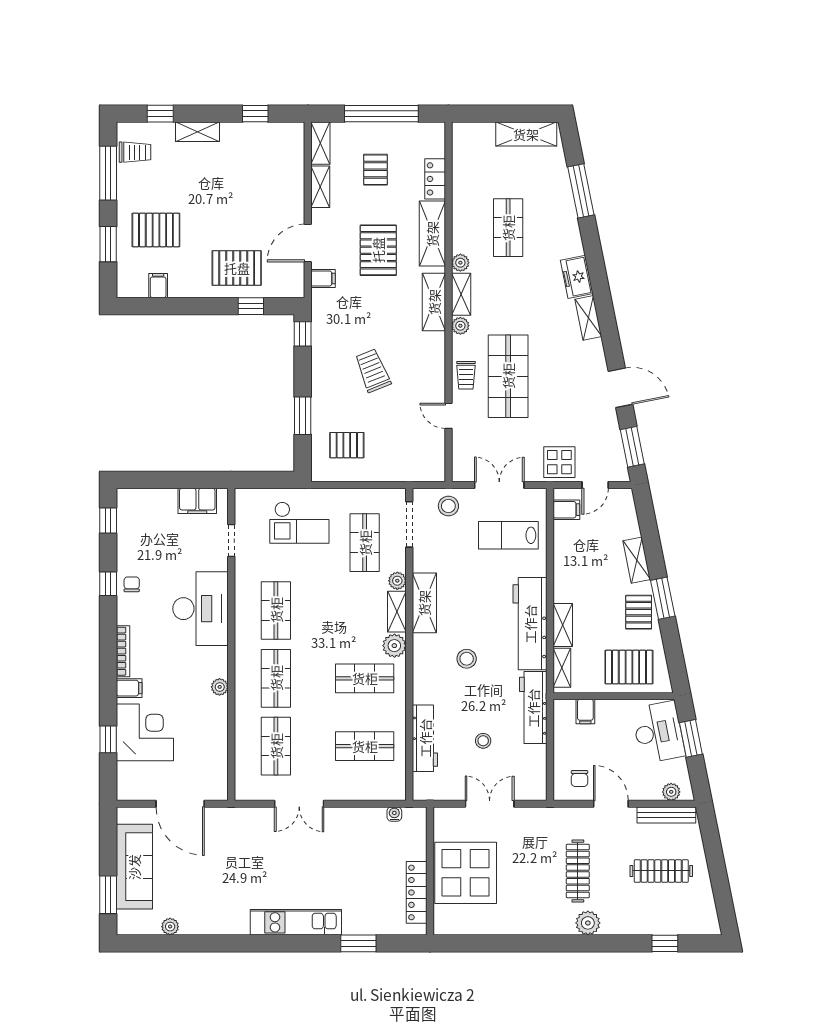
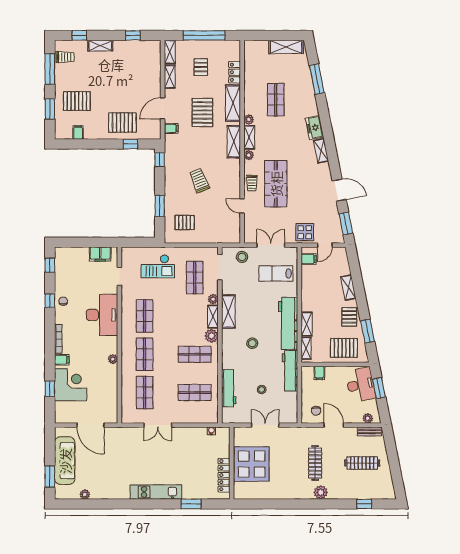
window: (663, 598) -> (367, 331), moved
bench: (666, 815) -> (370, 431), width x0.73

